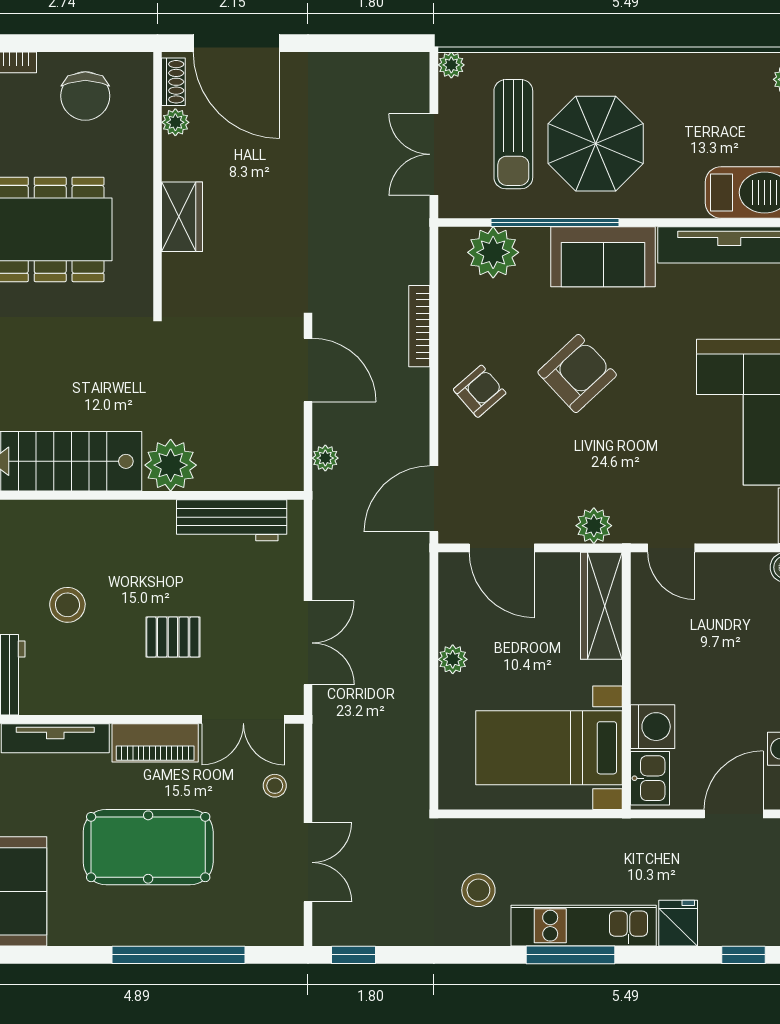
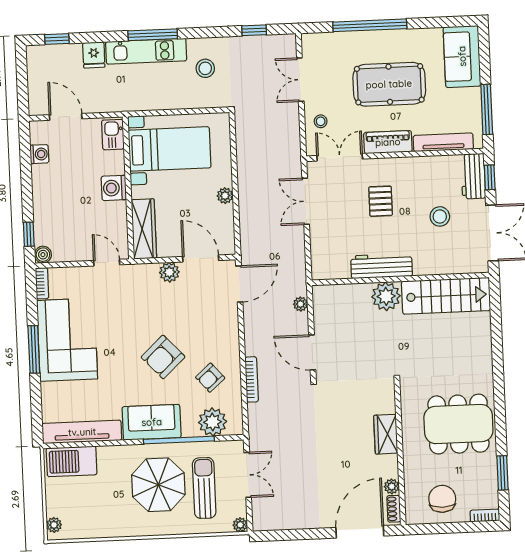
door: (236, 43) -> (360, 532), hinge flipped
armchair: (480, 391) -> (210, 378), moved
workbench: (232, 520) -> (382, 266), moved
plant: (594, 526) -> (169, 272), moved
pallet: (173, 637) -> (381, 201), turned 90
washing machine: (653, 727) -> (114, 188), moved
door: (734, 814) -> (66, 117), swing flipped
window: (353, 955) -> (254, 30), moved

